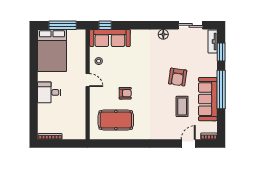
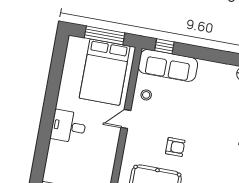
bed: (52, 50) -> (105, 72), moved
door: (88, 80) -> (126, 119), swing flipped

